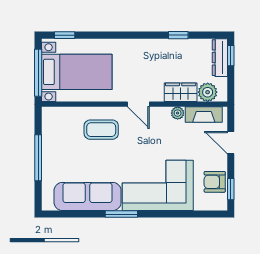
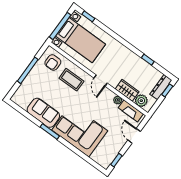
armchair: (215, 182) -> (53, 62), moved, turned -90
sofa: (88, 196) -> (43, 113), width x0.73

